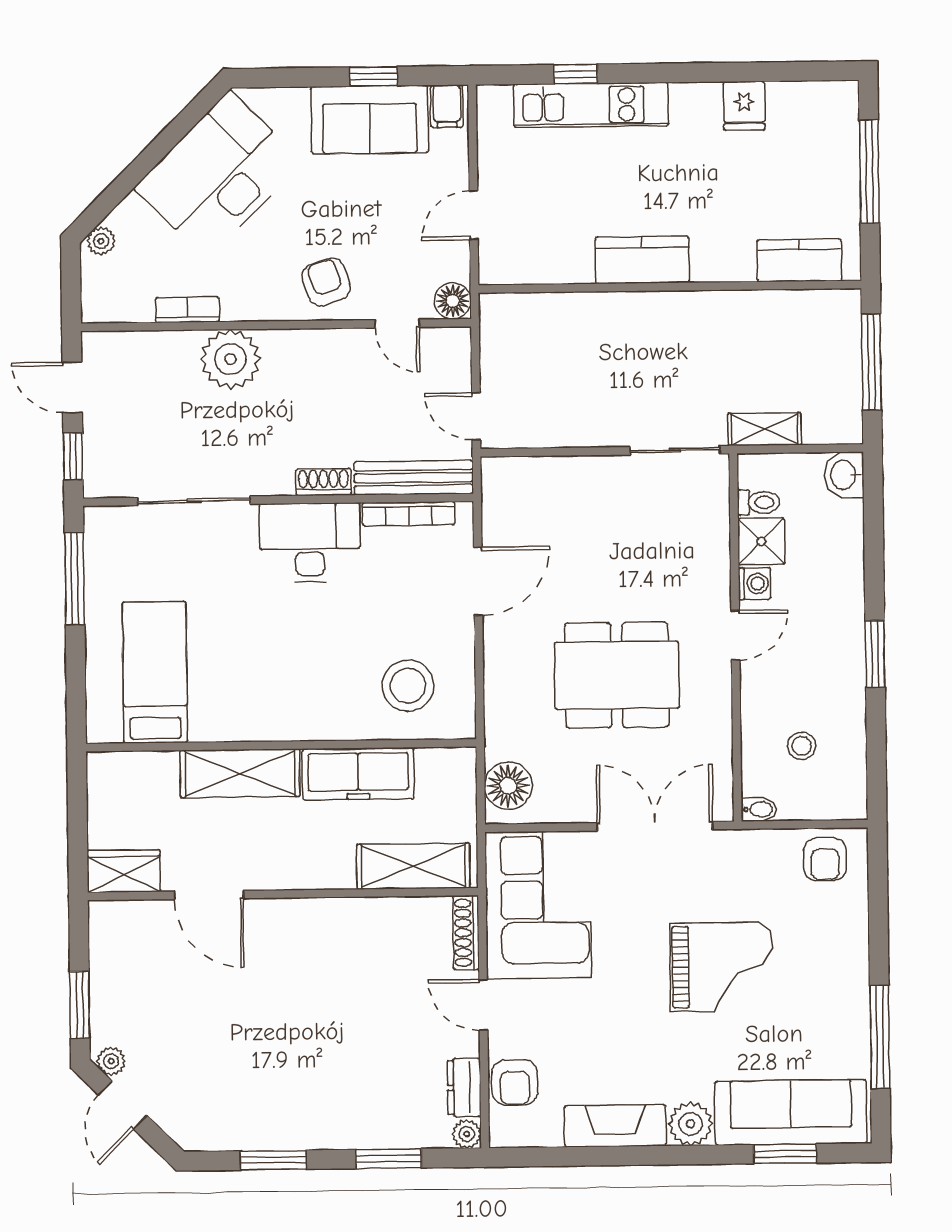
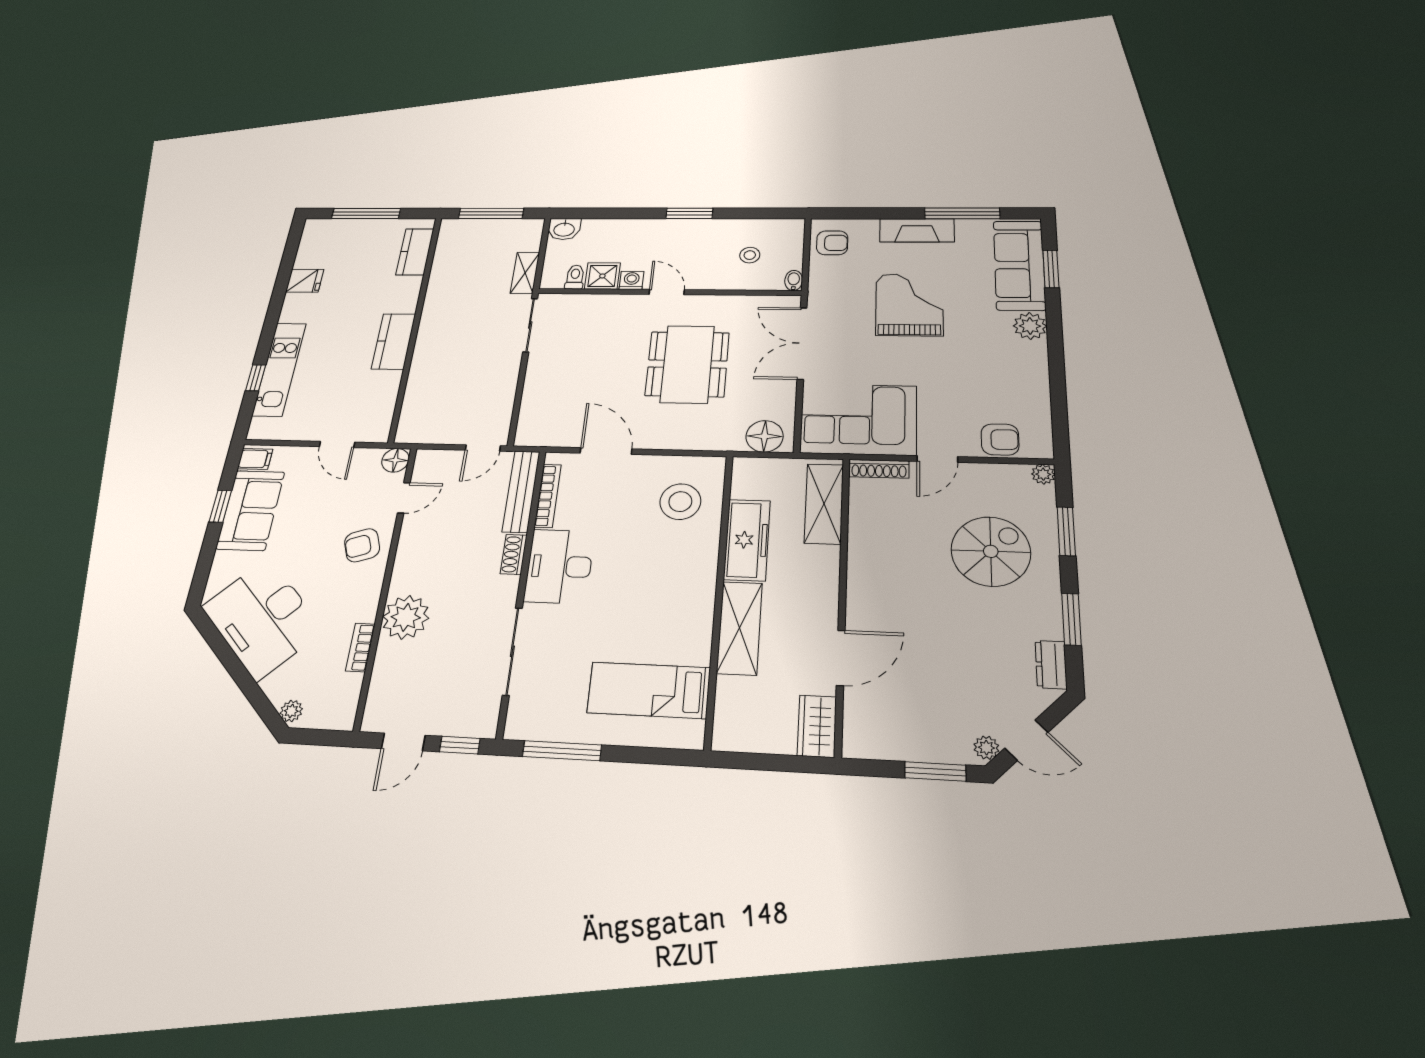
spiral stairs: (357, 1069) -> (991, 551), added
dresser: (464, 1087) -> (1051, 665), moved, turned 90
fireplace: (615, 1126) -> (917, 230), moved, turned -90

